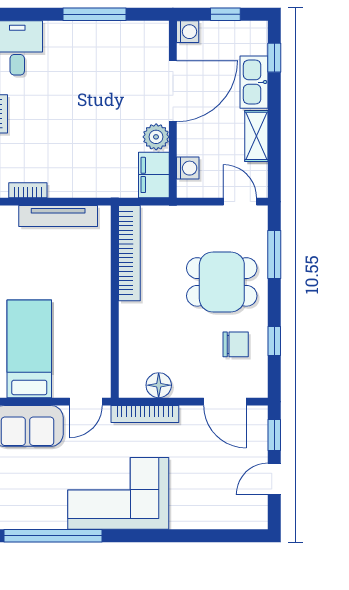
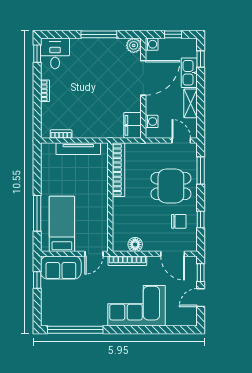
plant: (156, 137) -> (134, 45), moved
corner sofa: (118, 493) -> (137, 306), moved

